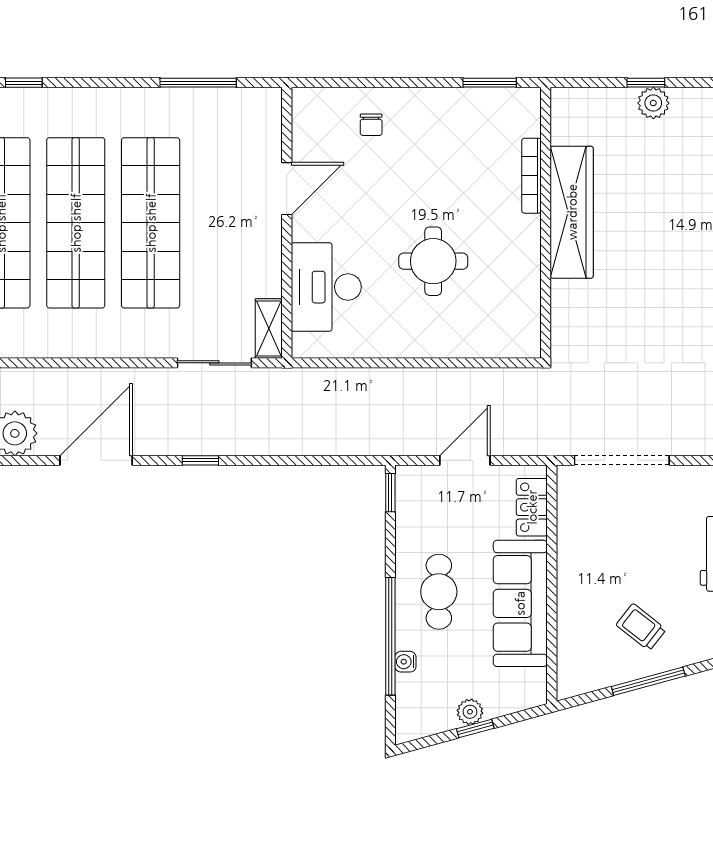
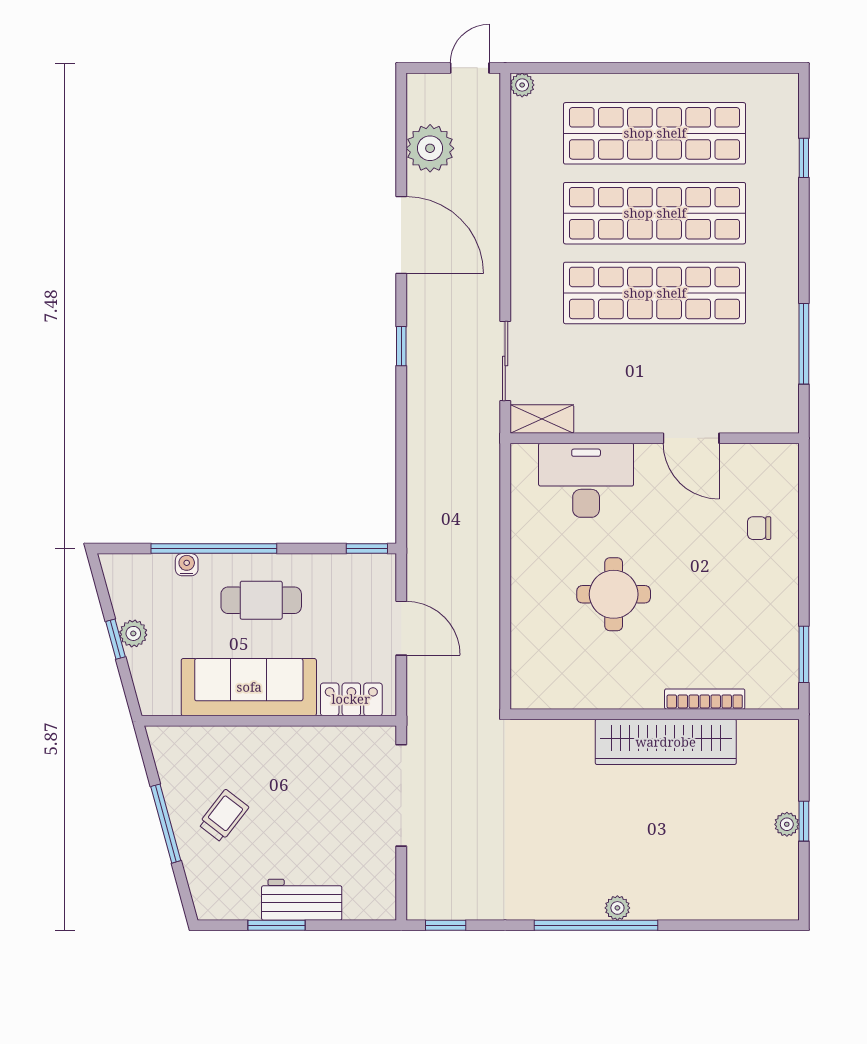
plant: (653, 103) -> (787, 824), width x0.73, depth x0.73

